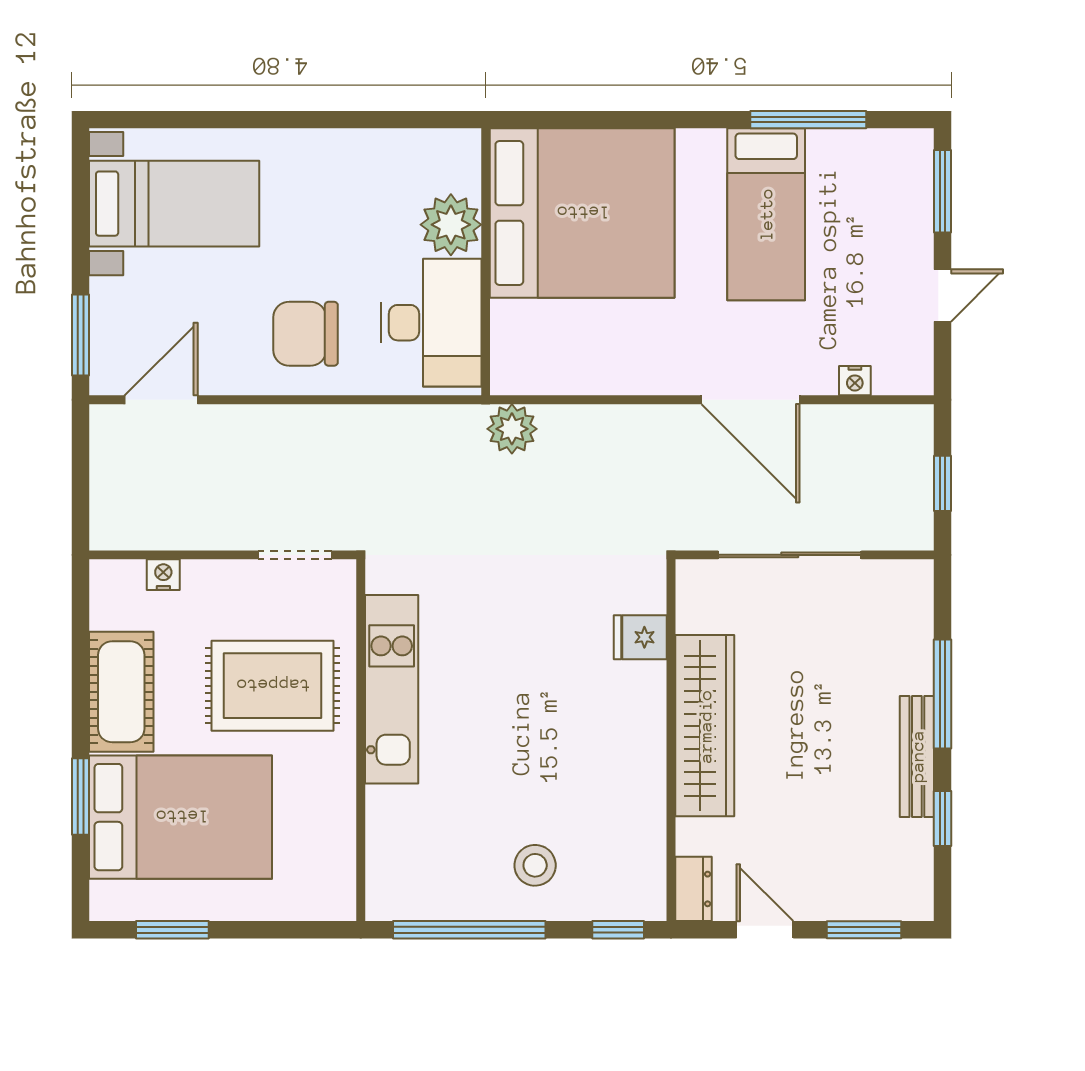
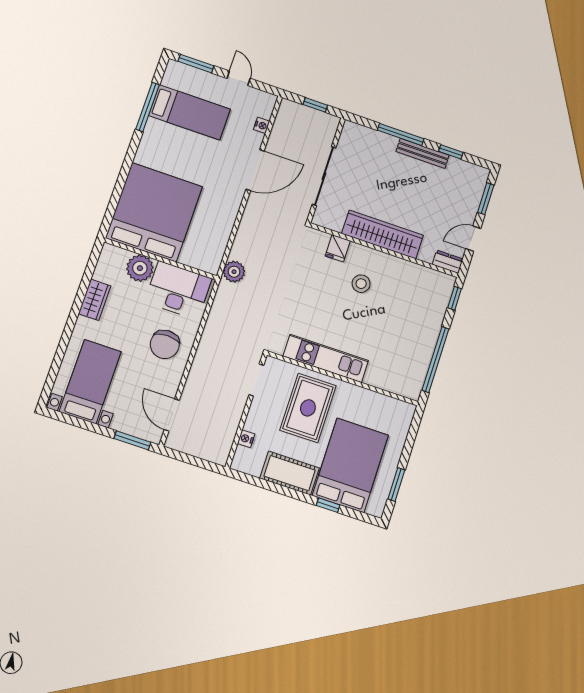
wardrobe: (350, 152) -> (95, 300), added
bed: (766, 214) -> (189, 112), moved
window: (81, 796) -> (328, 505), width x0.67
stool: (535, 865) -> (361, 284), moved

